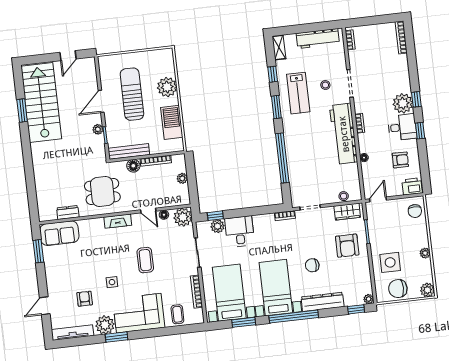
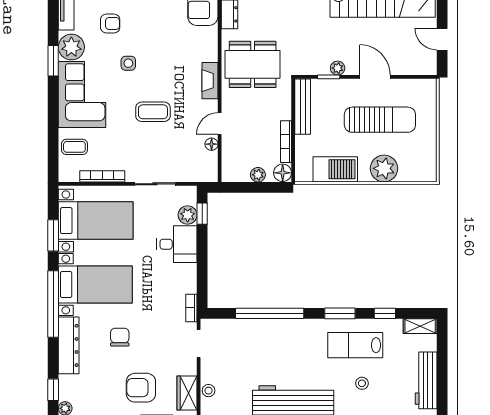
floor lamp: (133, 166) -> (283, 173), moved
dining table: (102, 191) -> (253, 64), width x1.38
plant: (183, 217) -> (205, 169), removed

